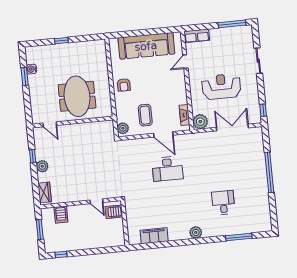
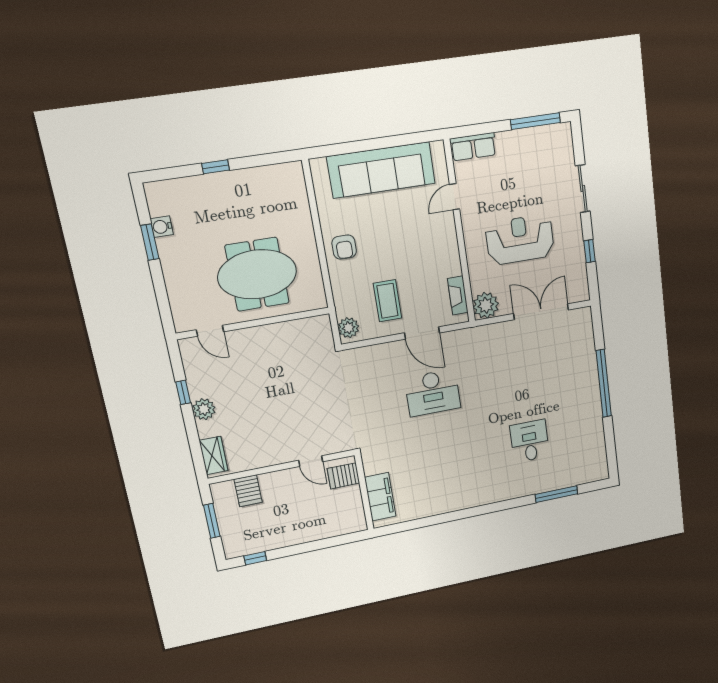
meeting table: (77, 96) -> (257, 274), turned 90
window: (263, 110) -> (589, 251), moved
plant: (196, 232) -> (486, 495), removed
filing cabinet: (154, 236) -> (380, 497), moved, turned 90

